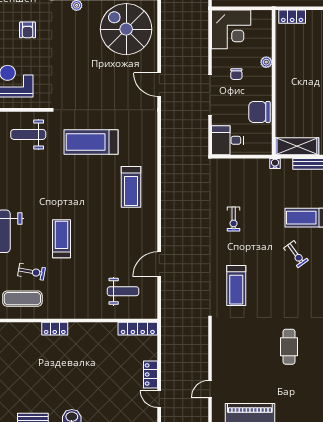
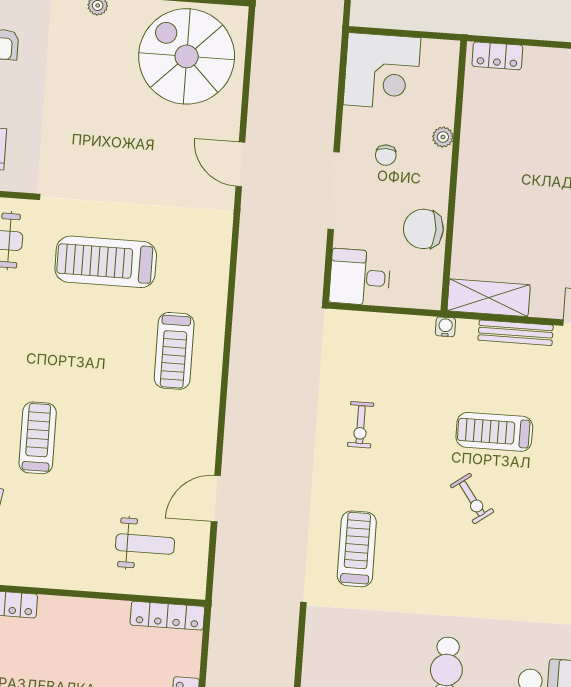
treadmill: (236, 286) -> (357, 549), turned 180

